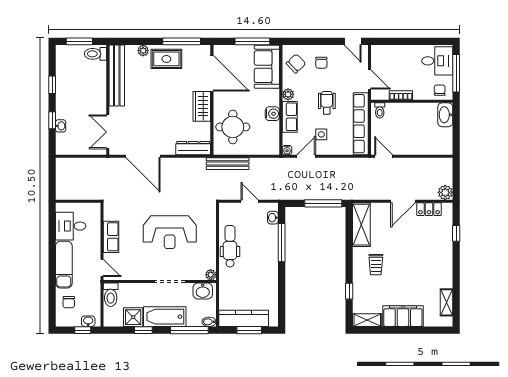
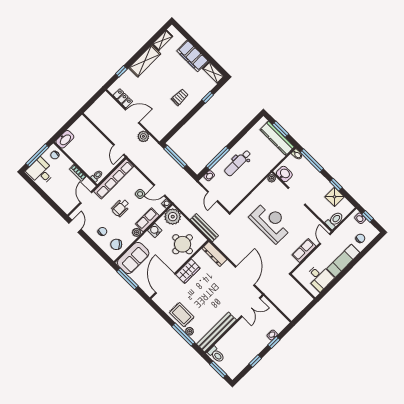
window: (182, 41) -> (183, 335), moved
plant: (269, 144) -> (173, 217), added
plant: (445, 192) -> (143, 136), moved
shelving: (361, 225) -> (145, 61), moved
dental chair: (230, 246) -> (238, 163), moved
bathtub: (165, 317) -> (318, 180), removed

